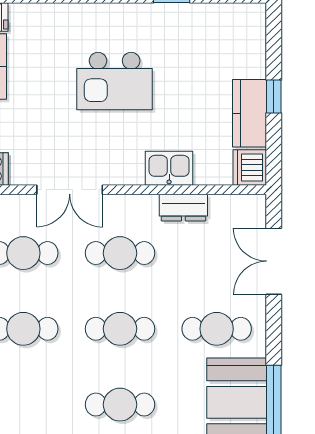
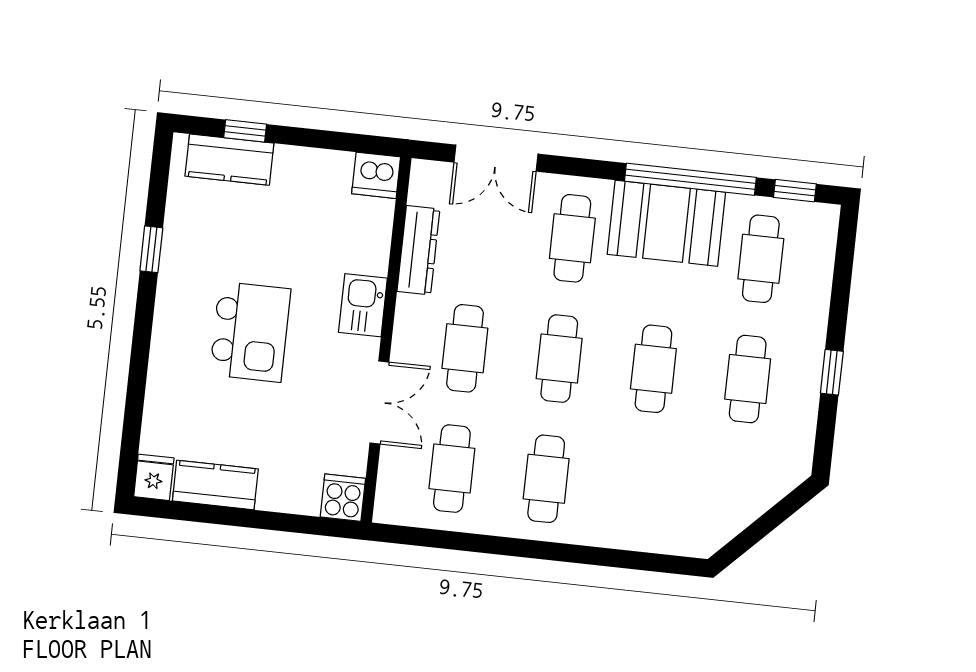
window: (274, 97) -> (245, 131), moved
kitchen counter: (250, 113) -> (229, 160), moved
kitchen sink: (169, 168) -> (363, 305), moved
dresser: (183, 208) -> (418, 250), width x1.44

